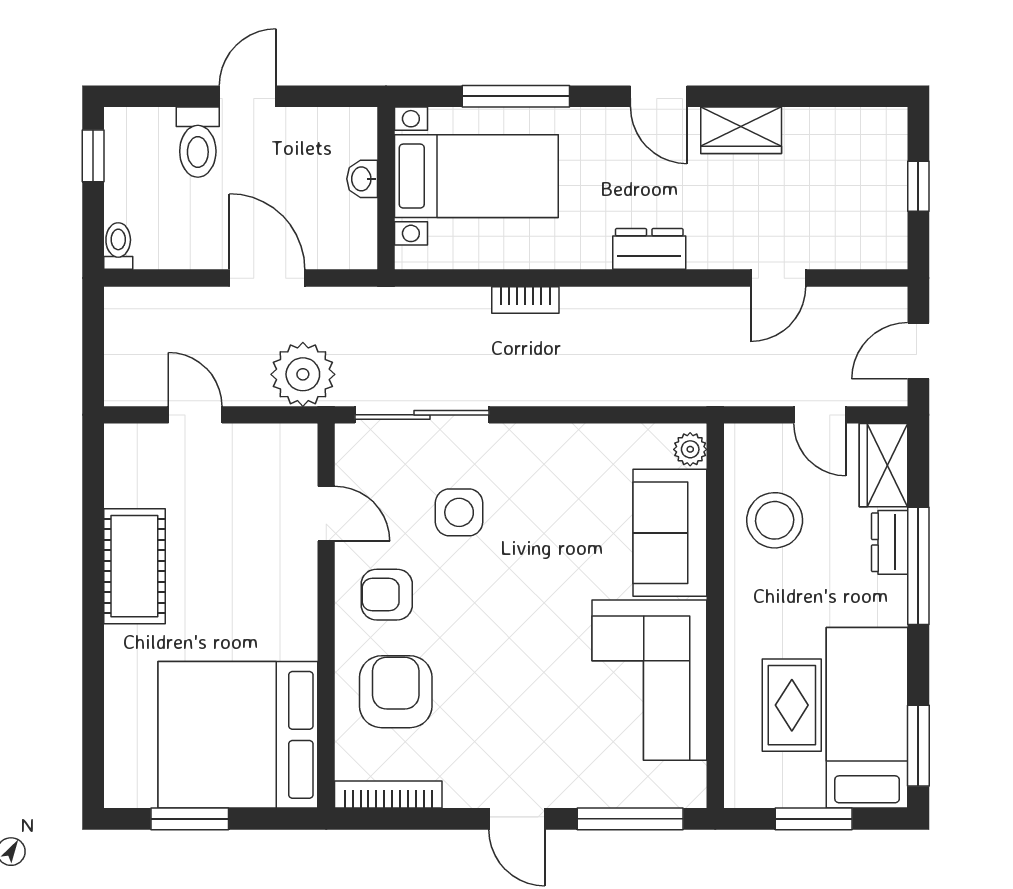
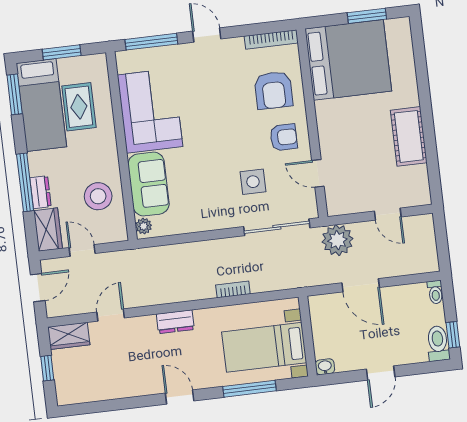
wardrobe: (741, 130) -> (69, 336), moved, turned 180
toilet: (198, 142) -> (438, 343), moved
washbasin: (362, 179) -> (325, 367), moved, turned -90

